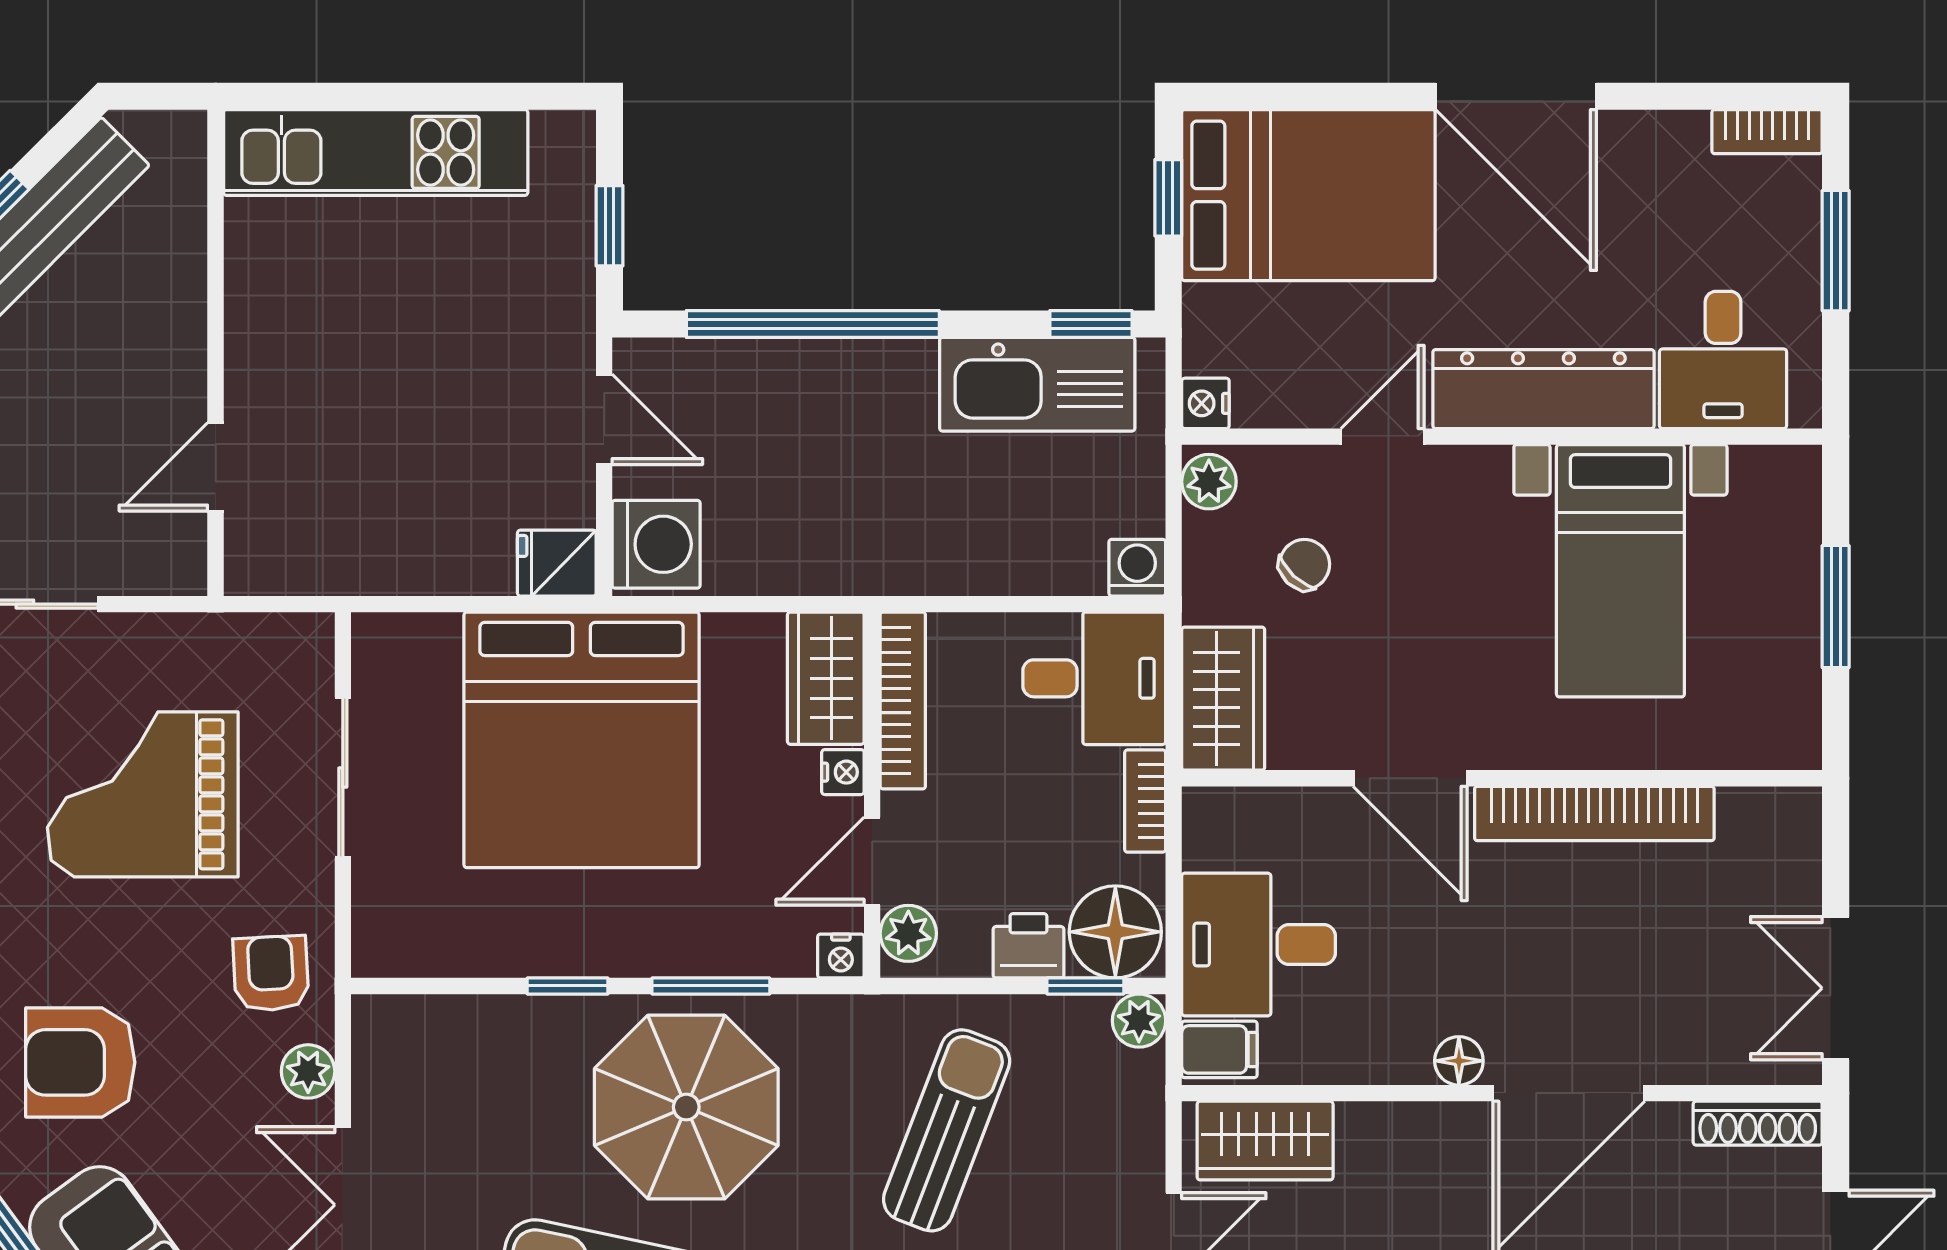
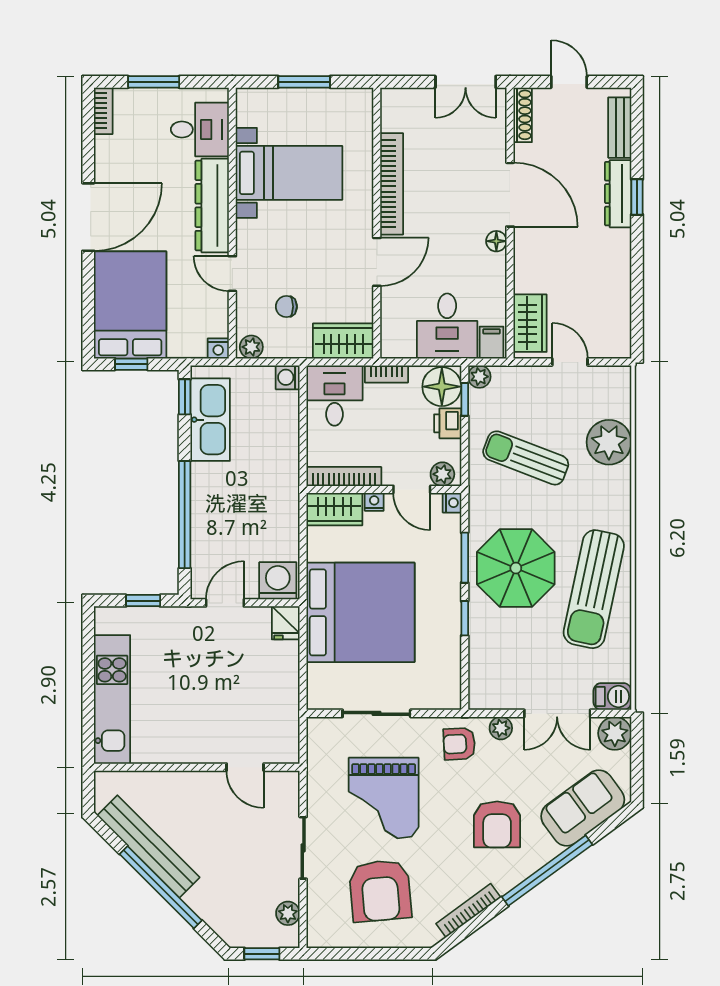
chair: (1305, 564) -> (286, 307), turned -43

